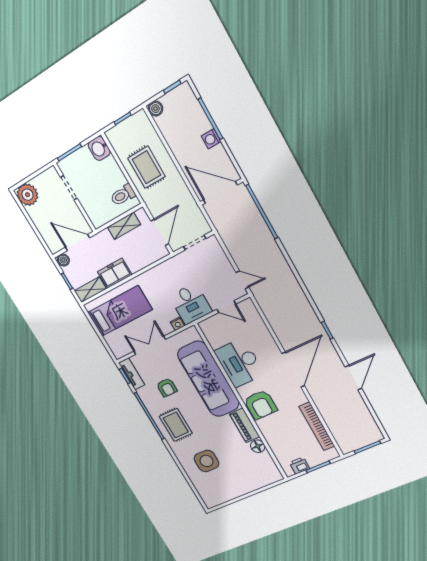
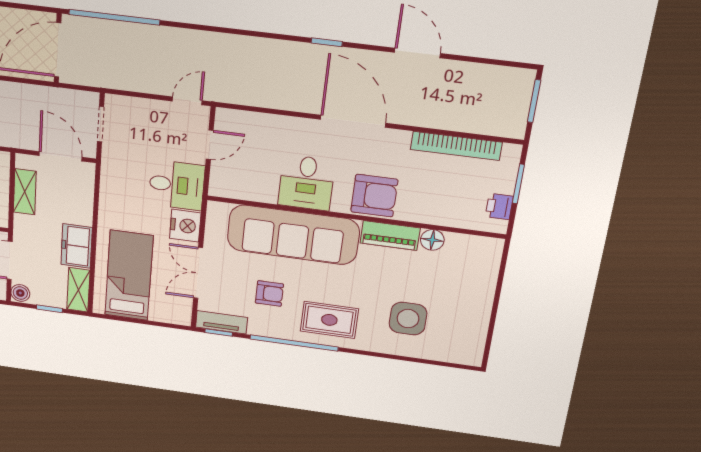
nightstand: (177, 324) -> (185, 226), width x1.89, depth x1.79
desk: (239, 363) -> (306, 183), width x0.73

